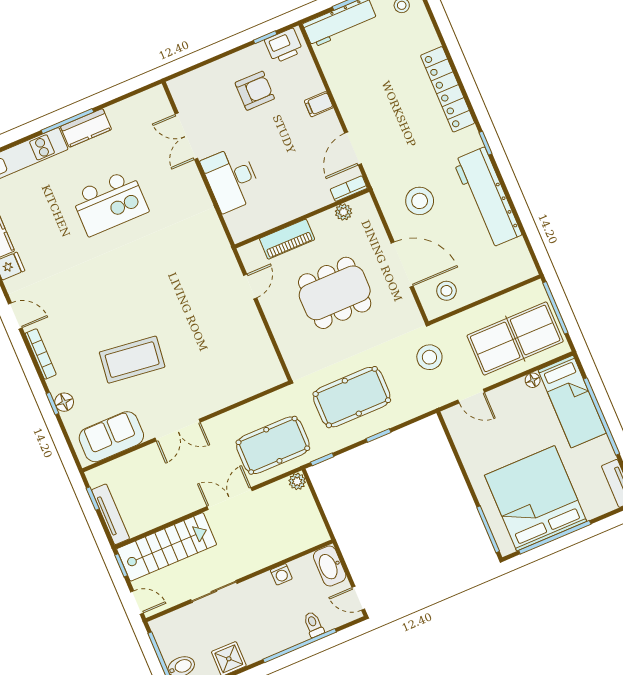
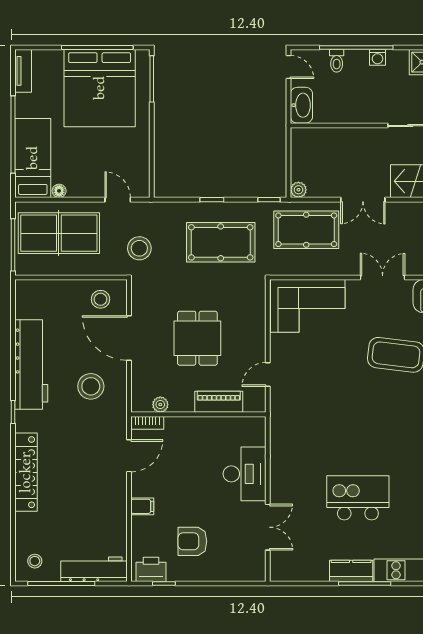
dining table: (335, 293) -> (197, 338), width x0.73
corner sofa: (239, 371) -> (308, 306), added
washing machine: (281, 574) -> (378, 57), moved, turned 180

